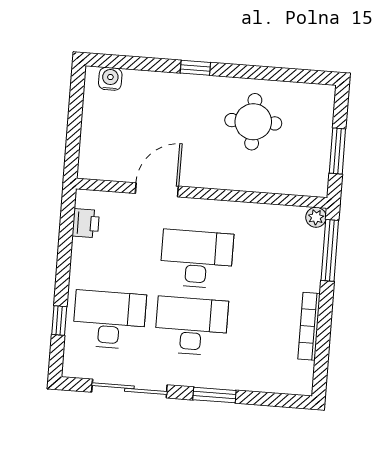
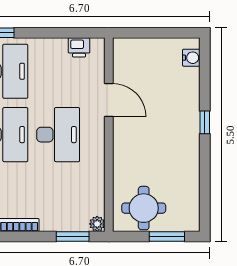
round table: (253, 122) -> (144, 208), moved
window: (337, 151) -> (167, 236), moved
window: (330, 250) -> (73, 236), width x0.69

